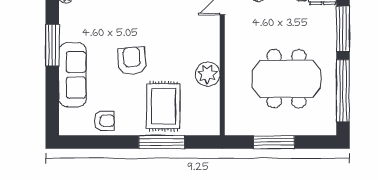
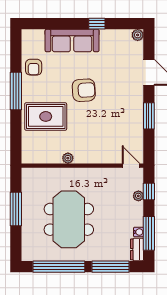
window: (52, 45) -> (97, 24), width x0.46
plant: (208, 74) -> (68, 158), width x0.53, depth x0.53
window: (161, 142) -> (16, 91), moved

